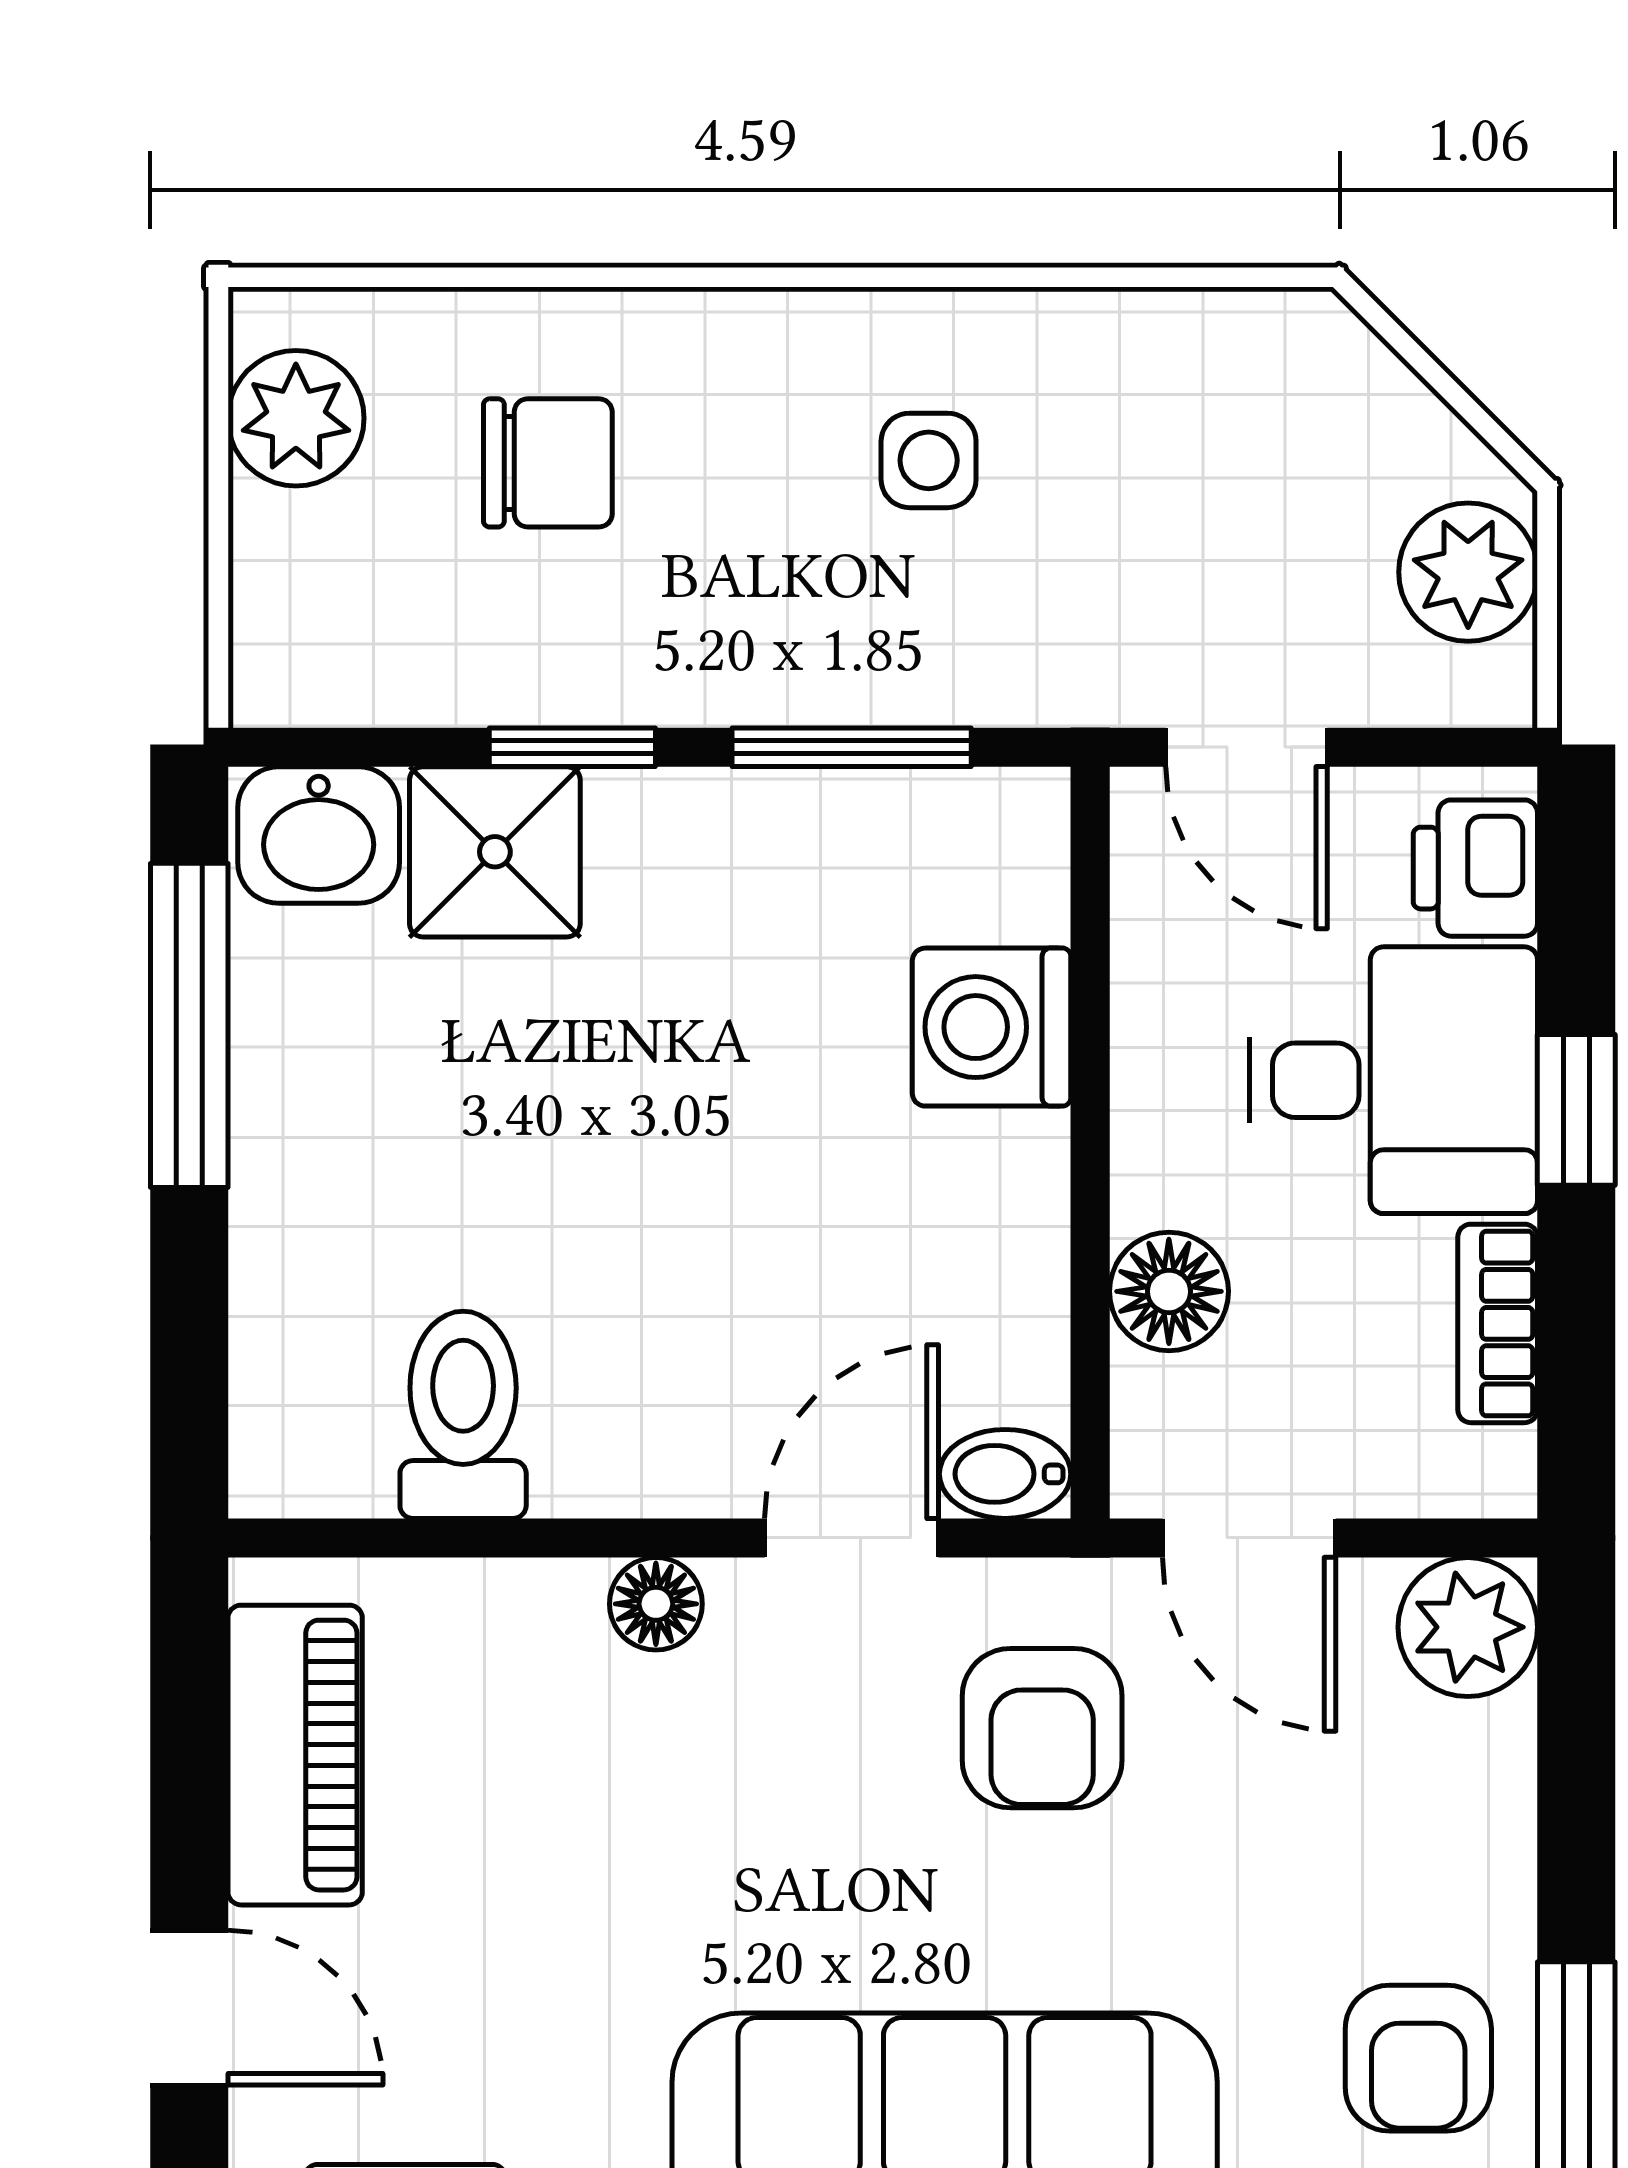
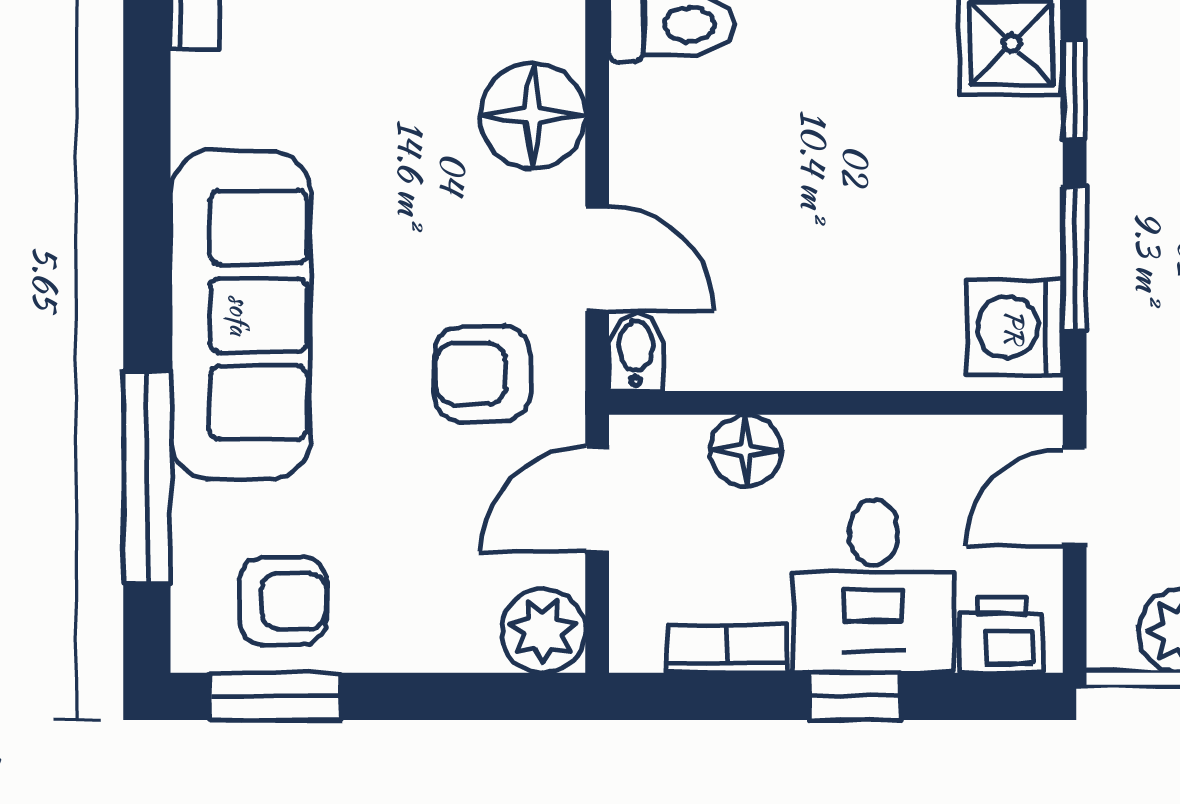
washing machine: (992, 1027) -> (1015, 327), moved, turned -90
floor lamp: (656, 1604) -> (533, 116), width x1.89, depth x1.89
armchair: (1418, 2058) -> (283, 601), turned 180

